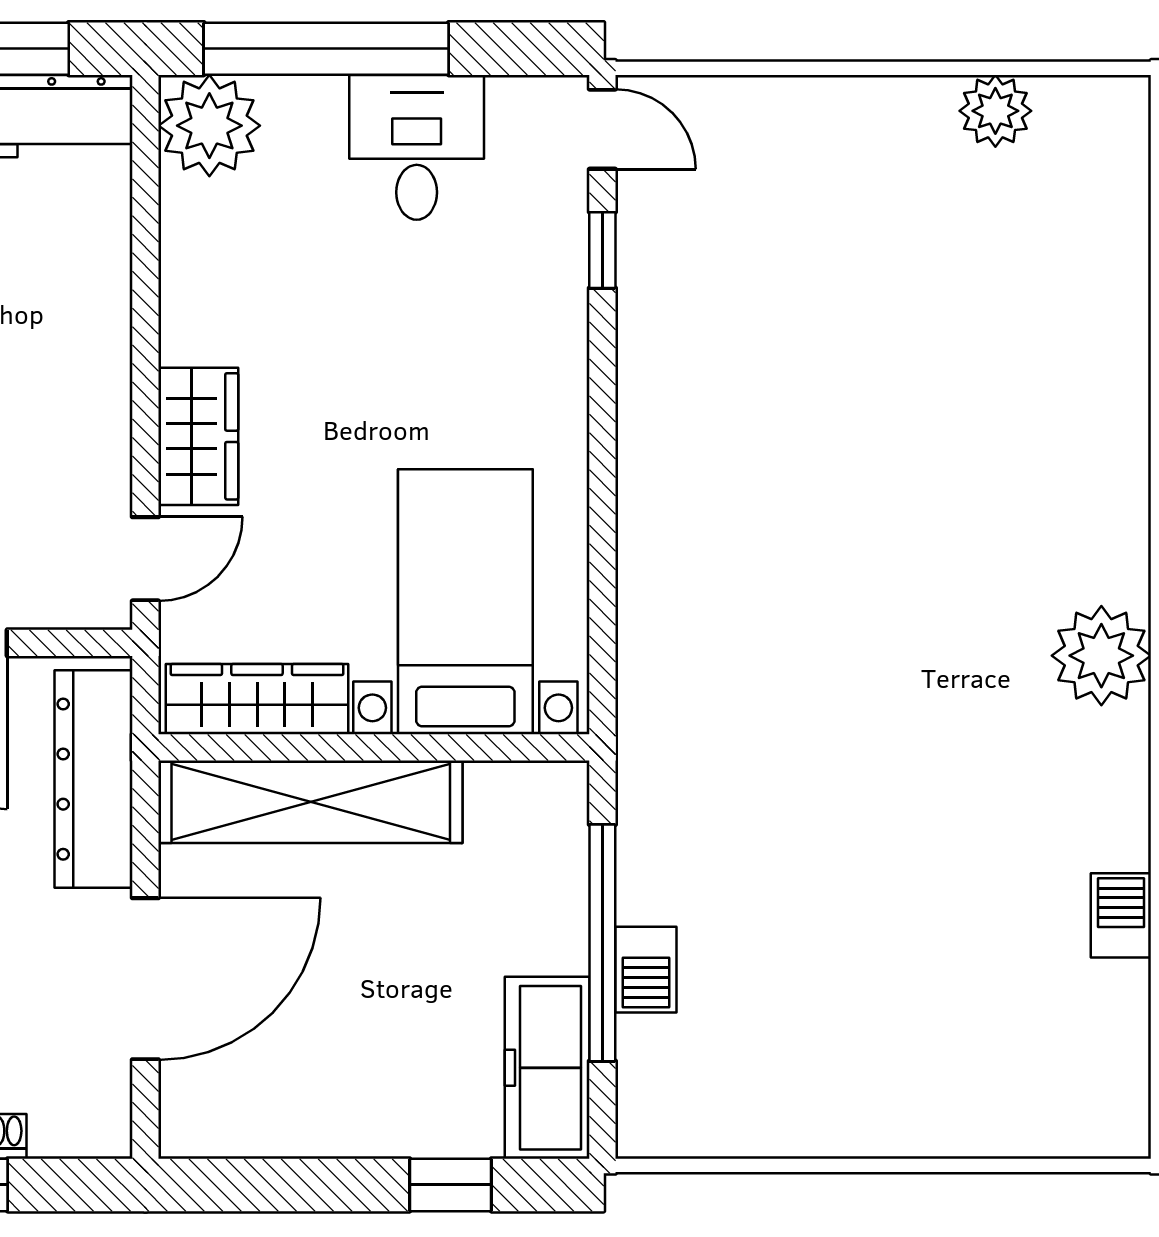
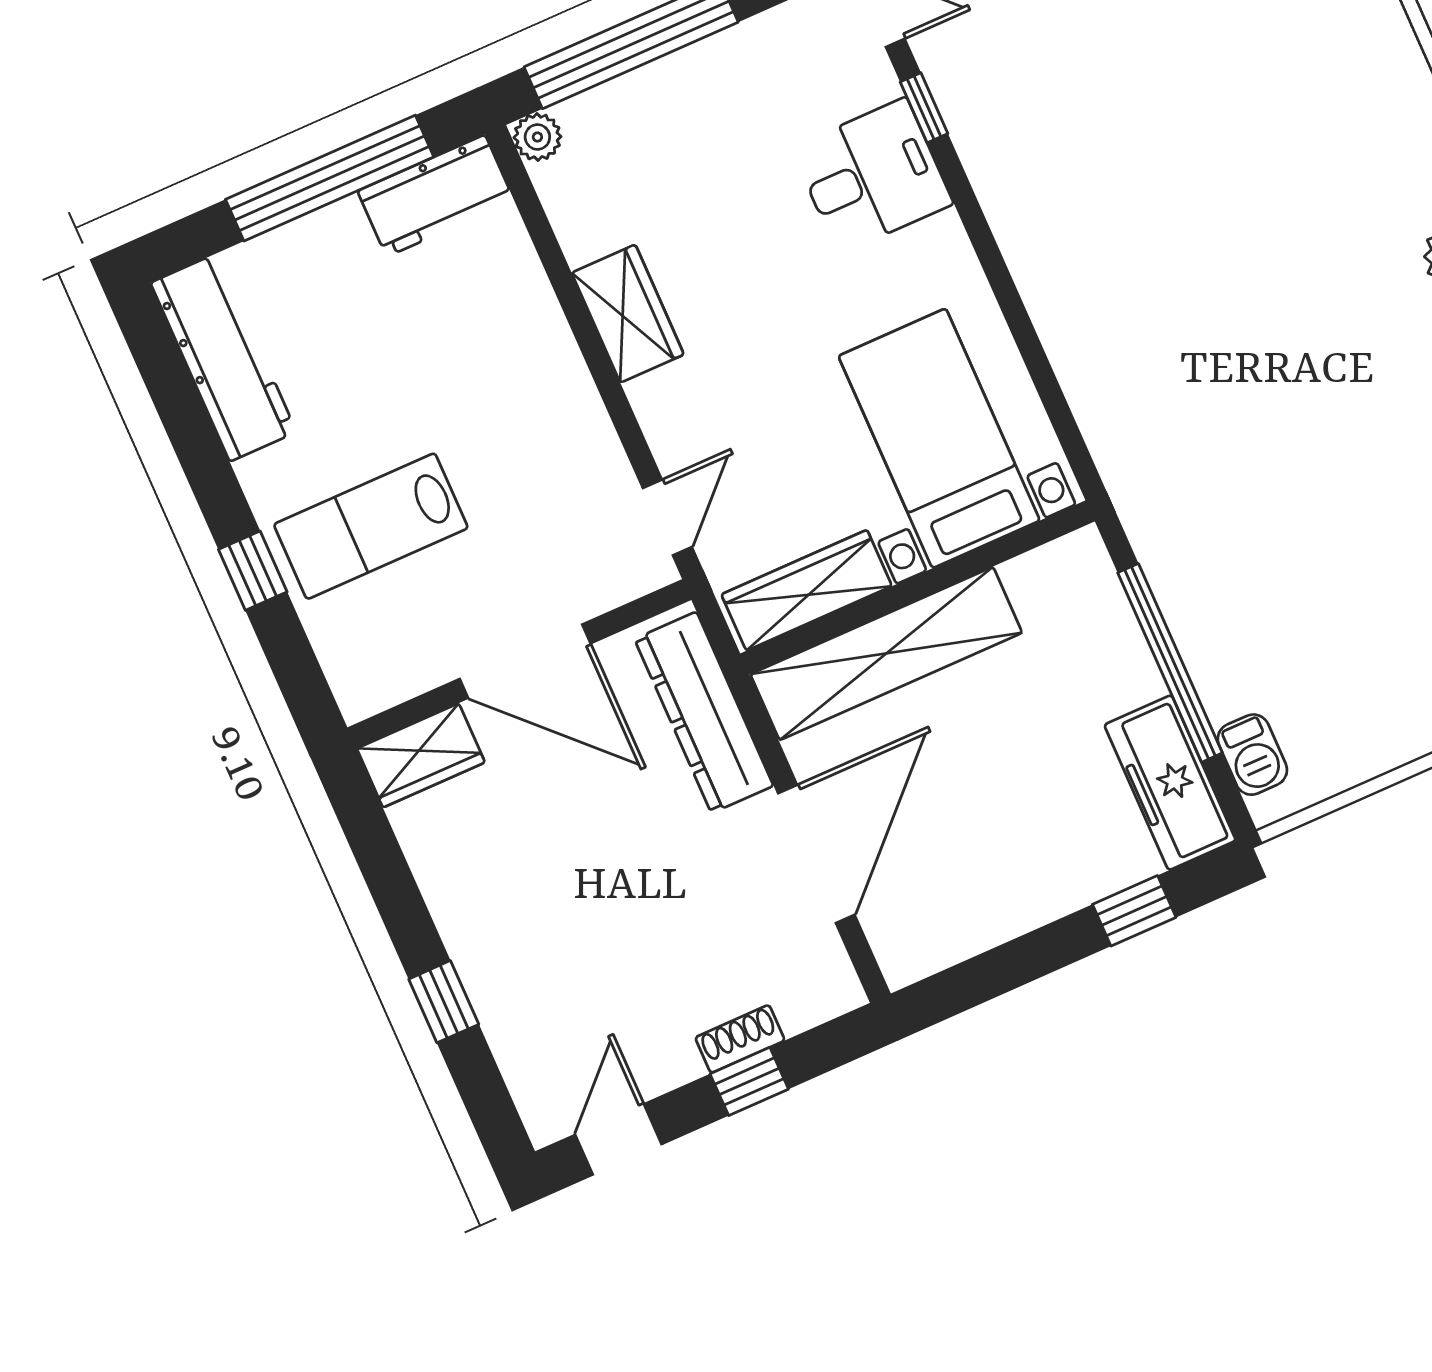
plant: (209, 126) -> (537, 137), width x0.53, depth x0.53
desk: (417, 147) -> (872, 176), moved, turned 90
wardrobe: (198, 436) -> (628, 314), moved
barbecue: (646, 970) -> (1252, 755), moved

